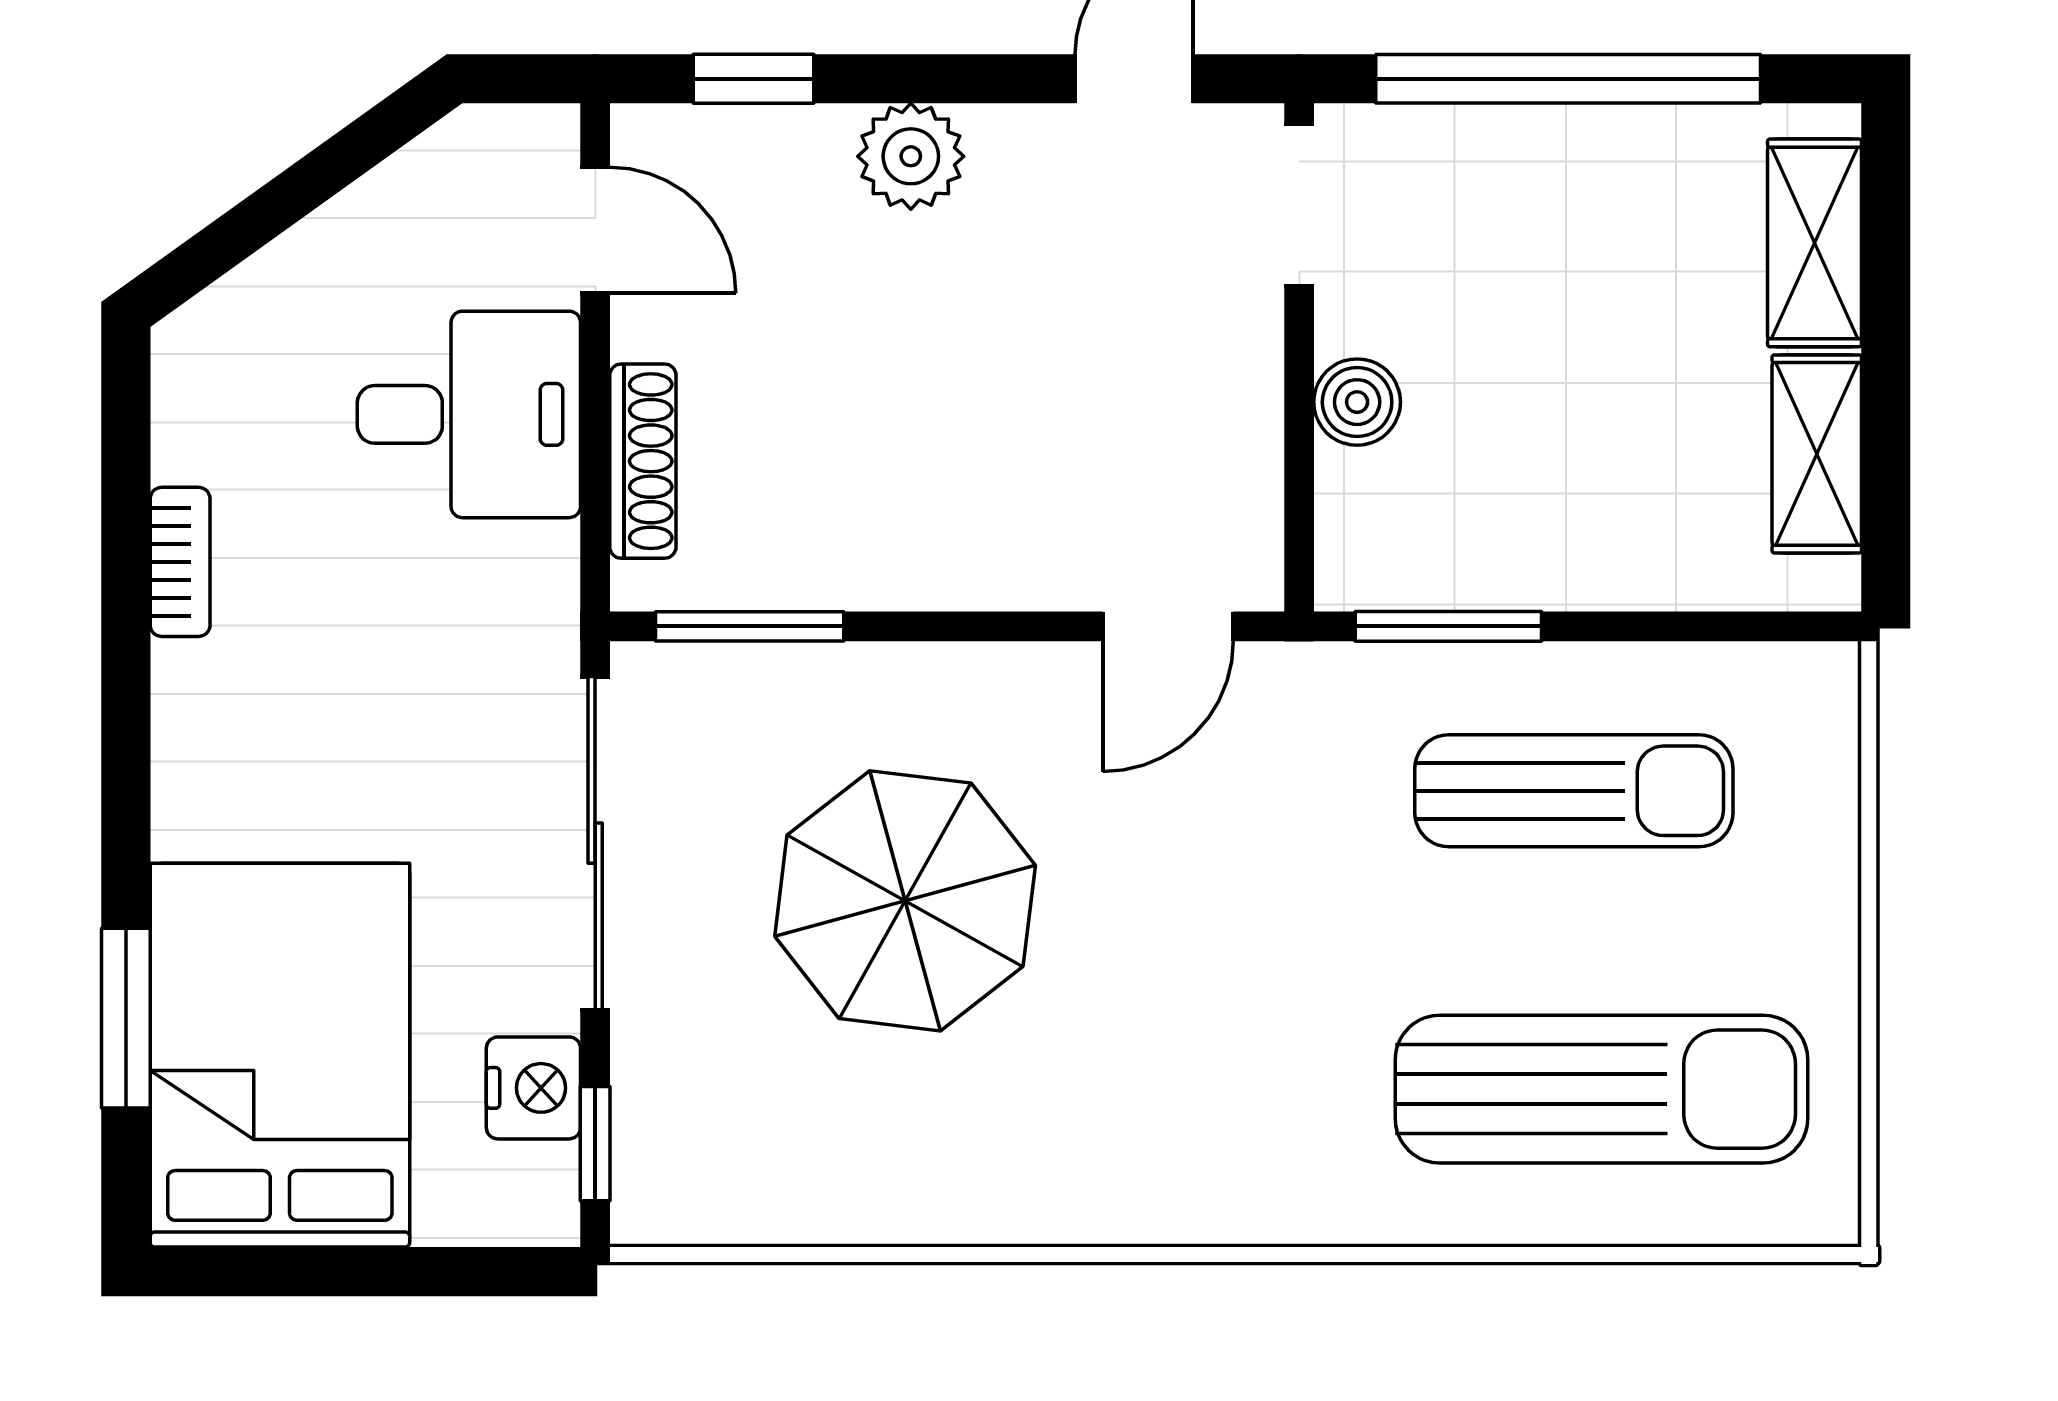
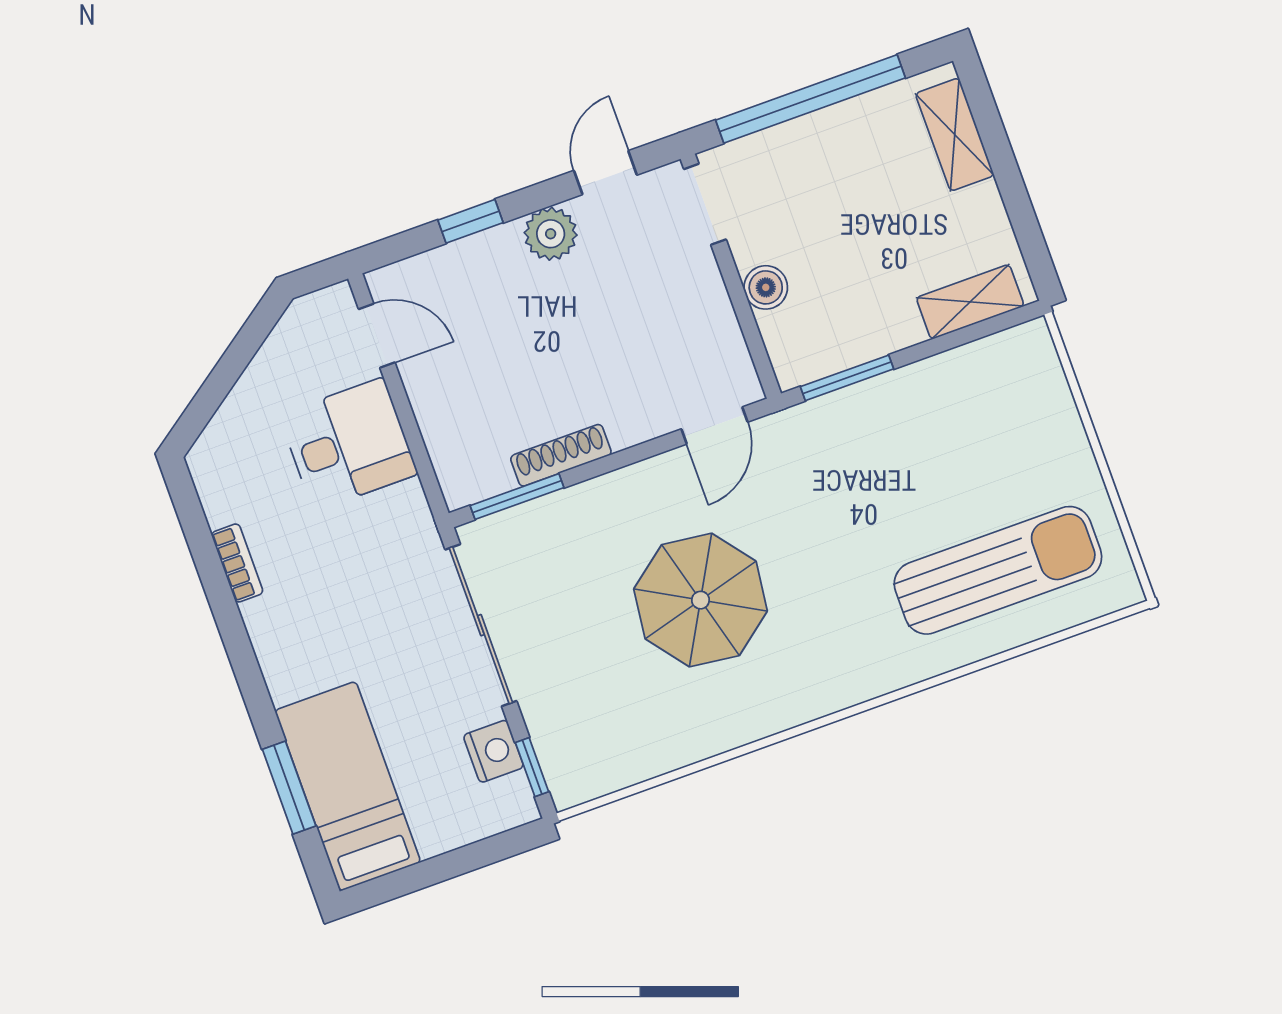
window: (754, 79) -> (471, 221), moved
plant: (911, 156) -> (551, 234), moved
shelving: (1817, 454) -> (970, 302), moved, turned 90
shoe rack: (643, 461) -> (561, 455), moved, turned -90
sun lounger: (1574, 791) -> (934, 434), removed
parasol: (905, 901) -> (701, 600), moved
bed: (280, 1055) -> (348, 786), width x0.67

